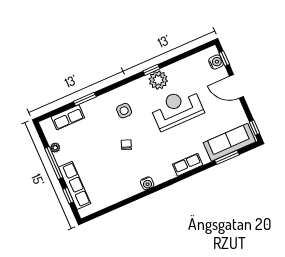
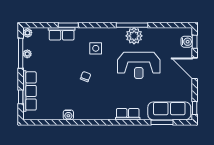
window: (151, 70) -> (132, 25), width x2.17
reception desk: (177, 109) -> (139, 65), turned 180
row of seats: (68, 117) -> (62, 34), moved
plant: (46, 126) -> (28, 33), added
window: (54, 163) -> (21, 53), moved
water cooler: (147, 183) -> (68, 115), moved

